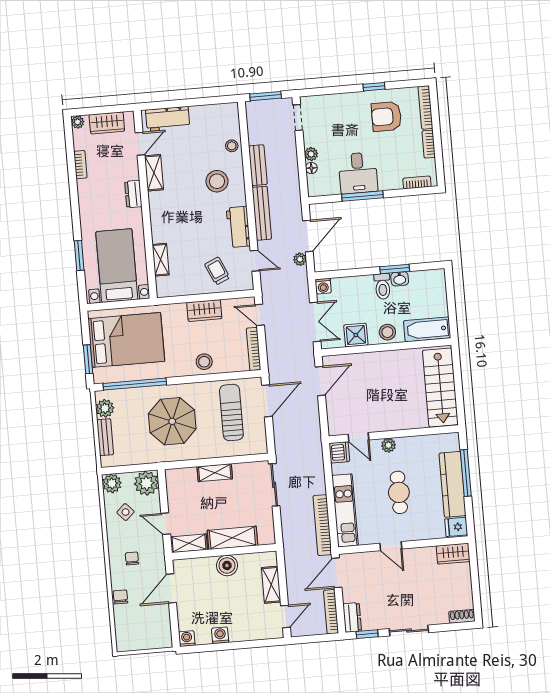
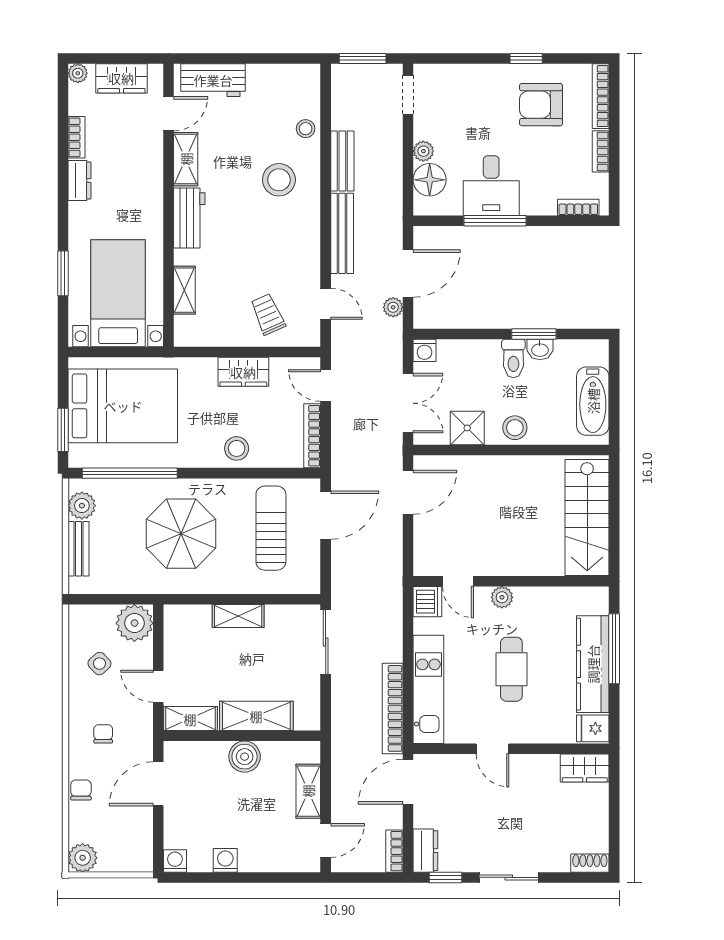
floor lamp: (311, 168) -> (430, 180), width x1.89, depth x1.89
dresser: (133, 194) -> (79, 181), moved, turned 180
workbench: (238, 227) -> (189, 218), moved, turned 180
bathtub: (427, 329) -> (593, 401), moved, turned -90
plant: (112, 483) -> (83, 858), moved
bookcase: (331, 612) -> (394, 851), width x0.64

